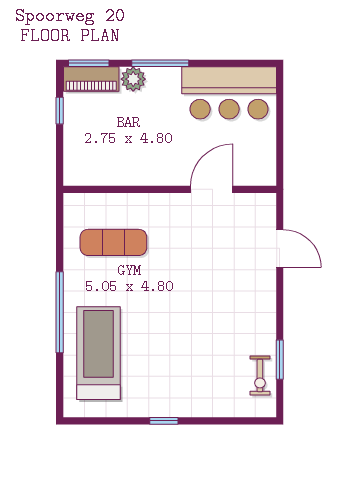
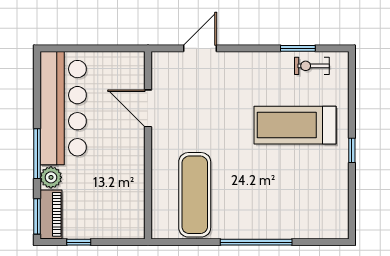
bar counter: (229, 93) -> (63, 108), width x1.36
exercise mat: (113, 242) -> (195, 195), width x1.36, depth x1.45
treadmill: (99, 353) -> (295, 125), moved
exercise bike: (260, 375) -> (312, 66), turned 180

